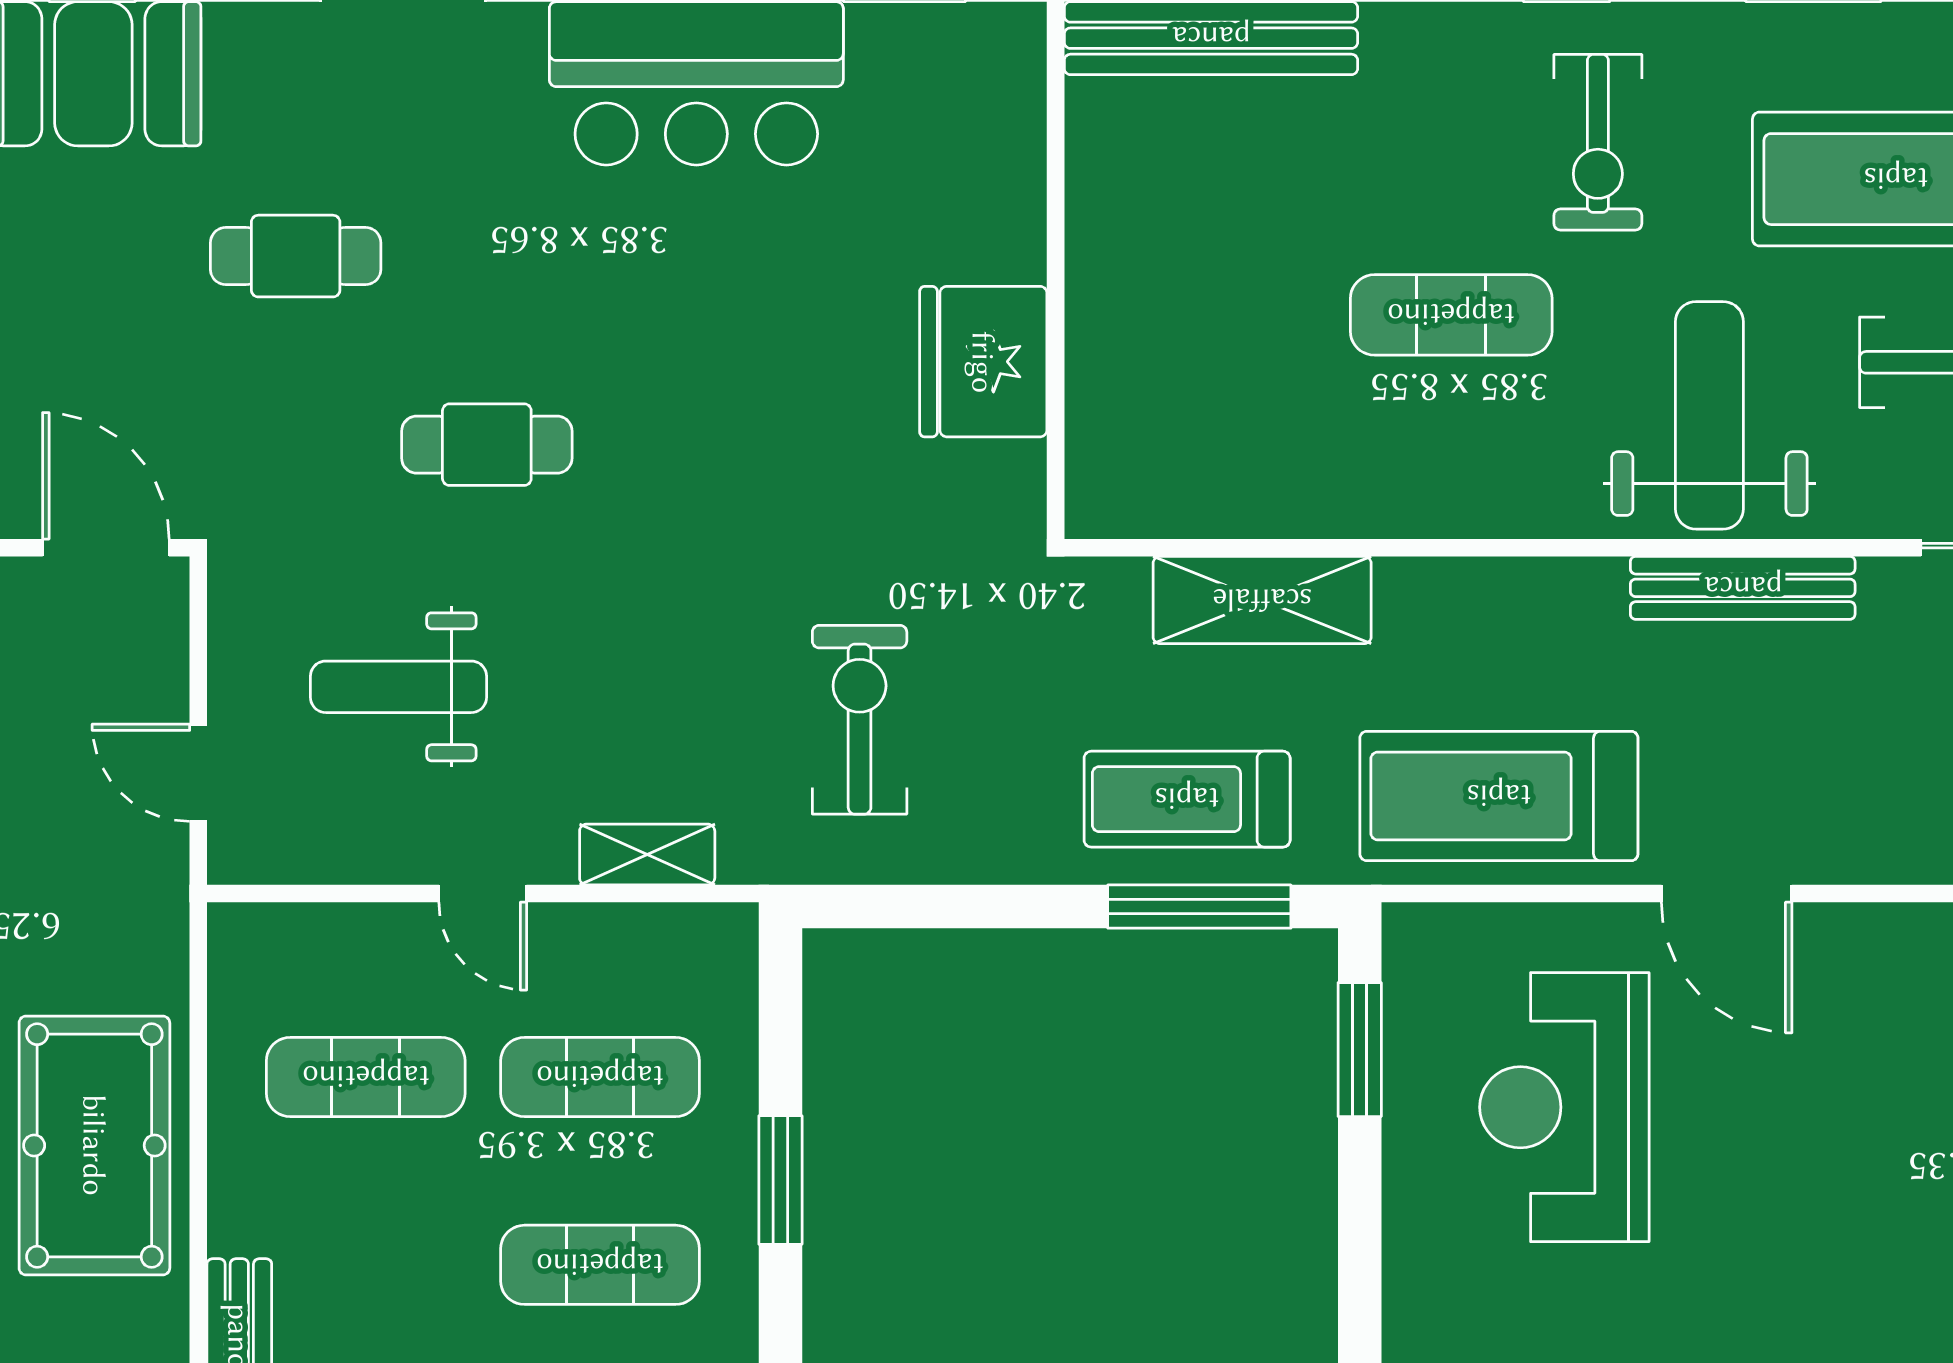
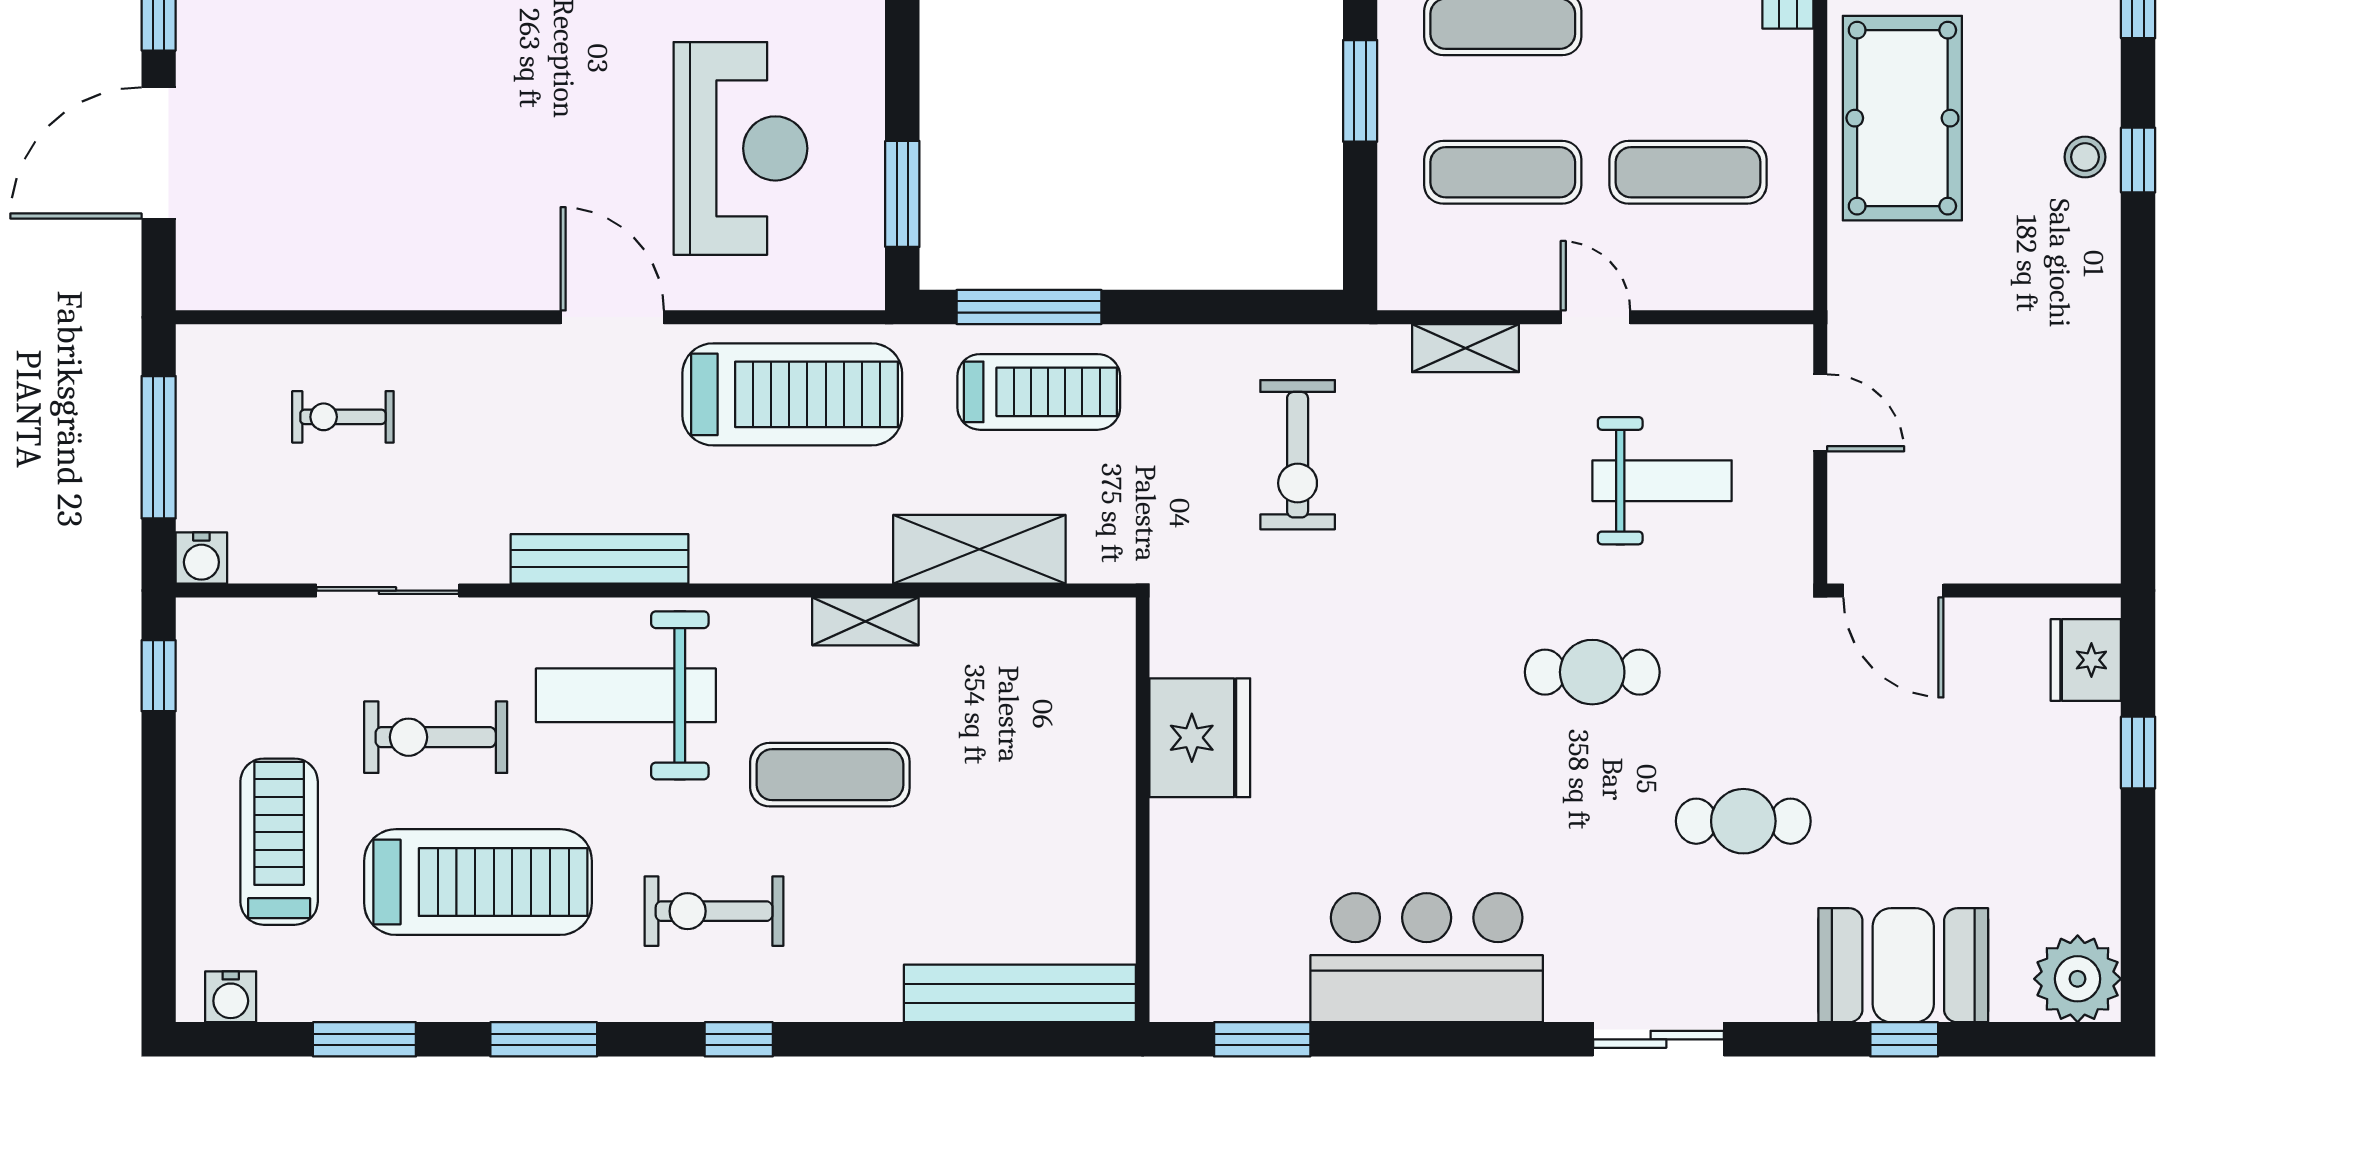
exercise bike: (1598, 142) -> (714, 911), turned -90
weight bench: (1709, 415) -> (626, 695), turned 90
shelving: (1406, 509) -> (865, 621), added

